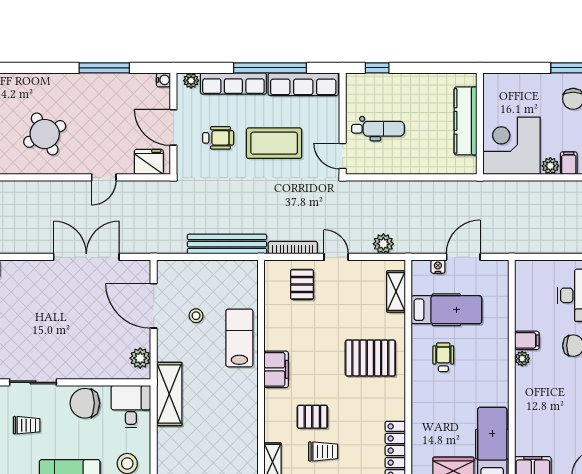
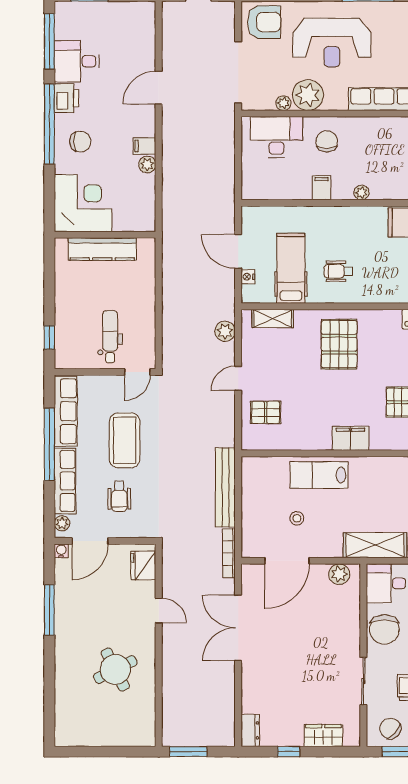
door: (173, 127) -> (90, 541), moved
wheelchair: (218, 138) -> (119, 496), turned 180
corner desk: (512, 146) -> (83, 203), moved, turned 180
bookcase: (293, 248) -> (229, 553), moved
plant: (522, 359) -> (361, 193), moved

